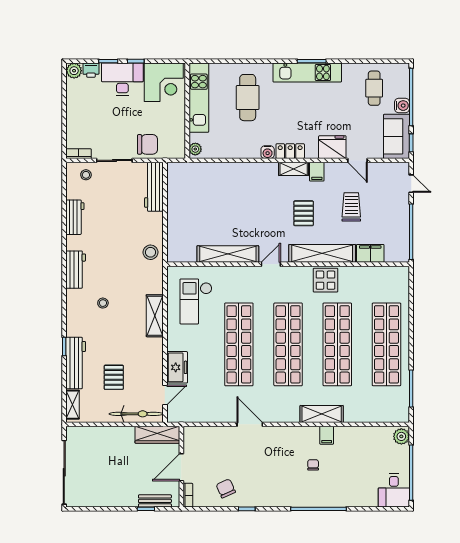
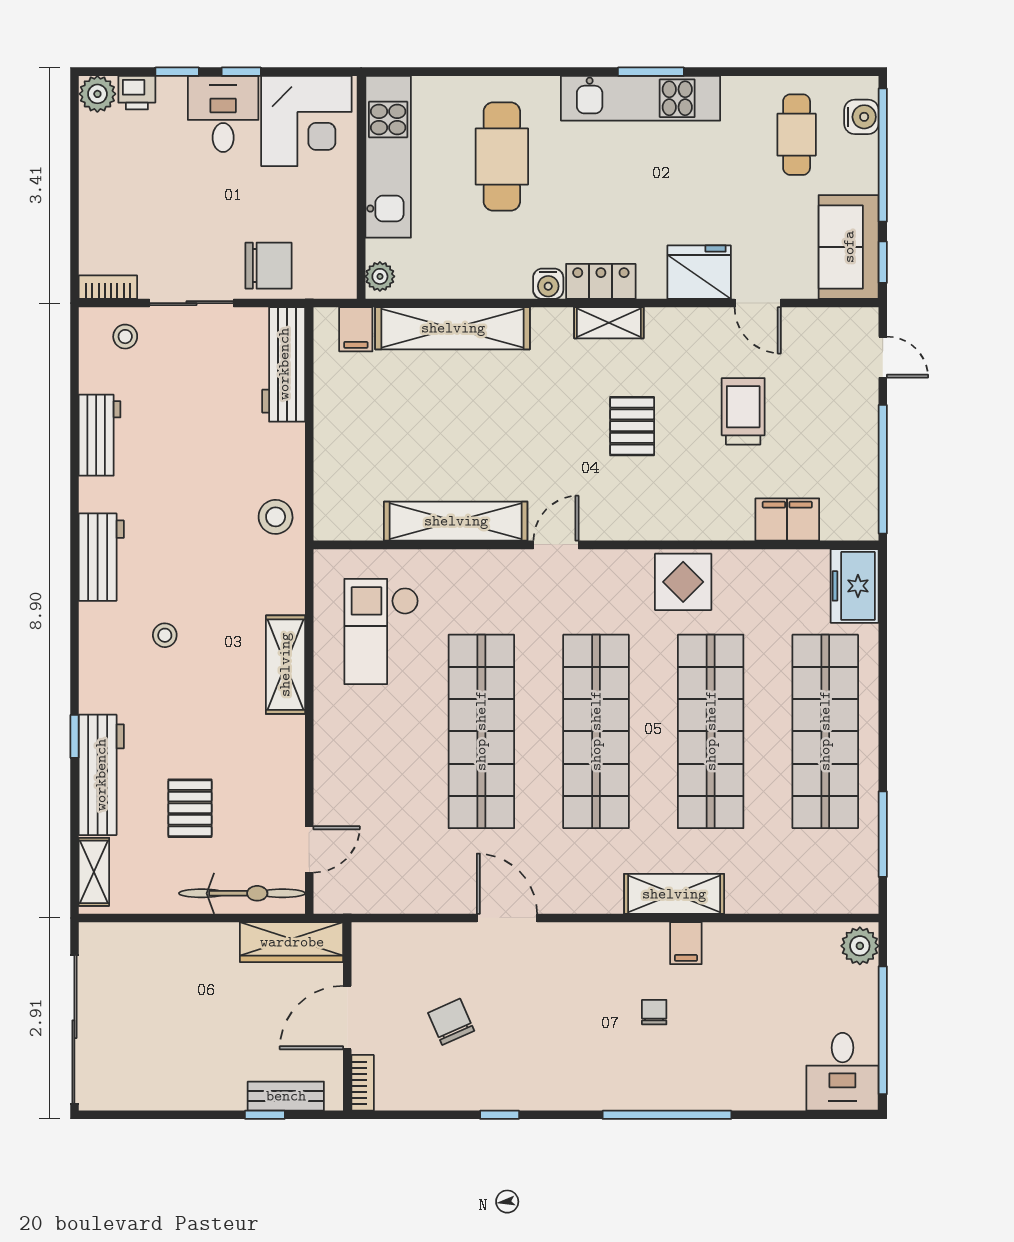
desk: (122, 79) -> (223, 114), width x0.73
water cooler: (402, 106) -> (861, 117), moved
filing cabinet: (317, 172) -> (356, 329), moved
shelving: (322, 253) -> (453, 328), moved
freezer: (177, 367) -> (855, 586), moved, turned 180
chair: (226, 488) -> (451, 1022), moved

